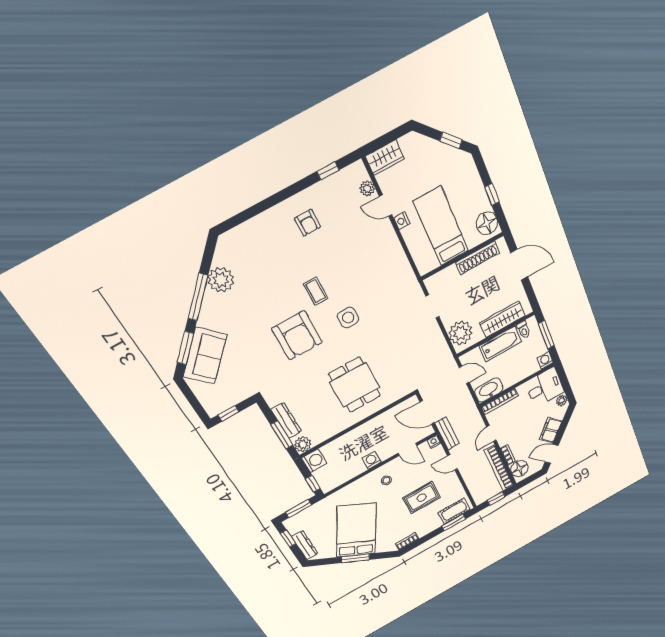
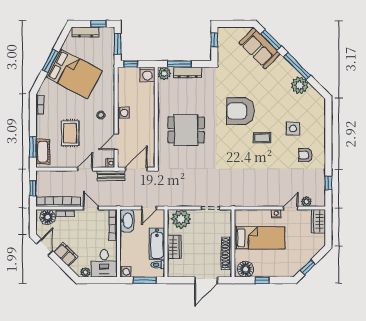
side table: (348, 318) -> (293, 129), moved
wardrobe: (502, 319) -> (174, 247), width x0.67

